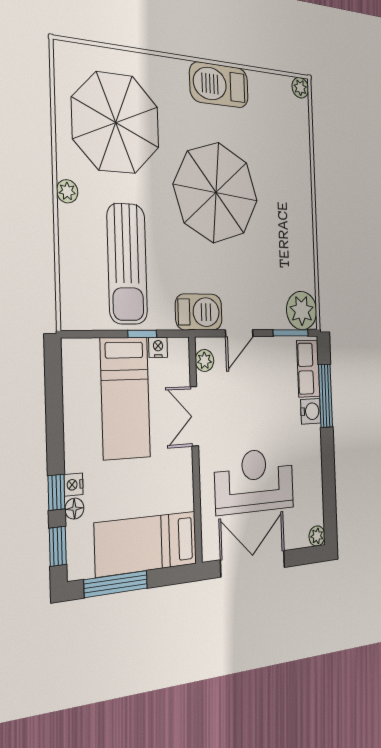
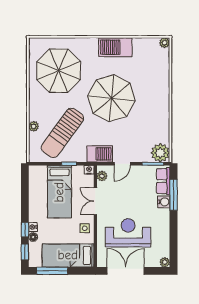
plant: (67, 191) -> (34, 126), moved
sun lounger: (127, 264) -> (62, 133), turned 36
nightstand: (158, 347) -> (89, 170), moved
side table: (176, 478) -> (85, 228), added

